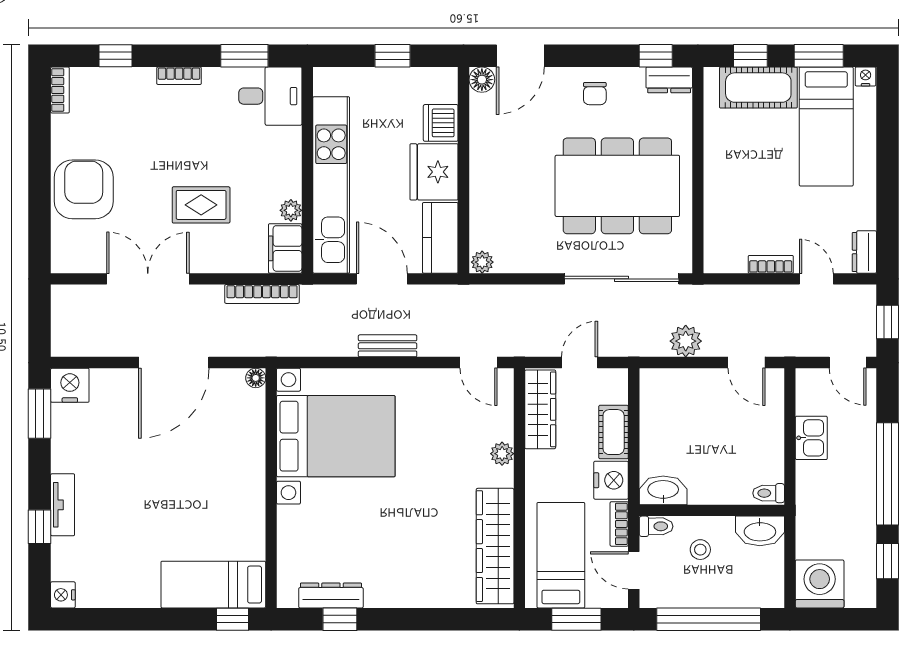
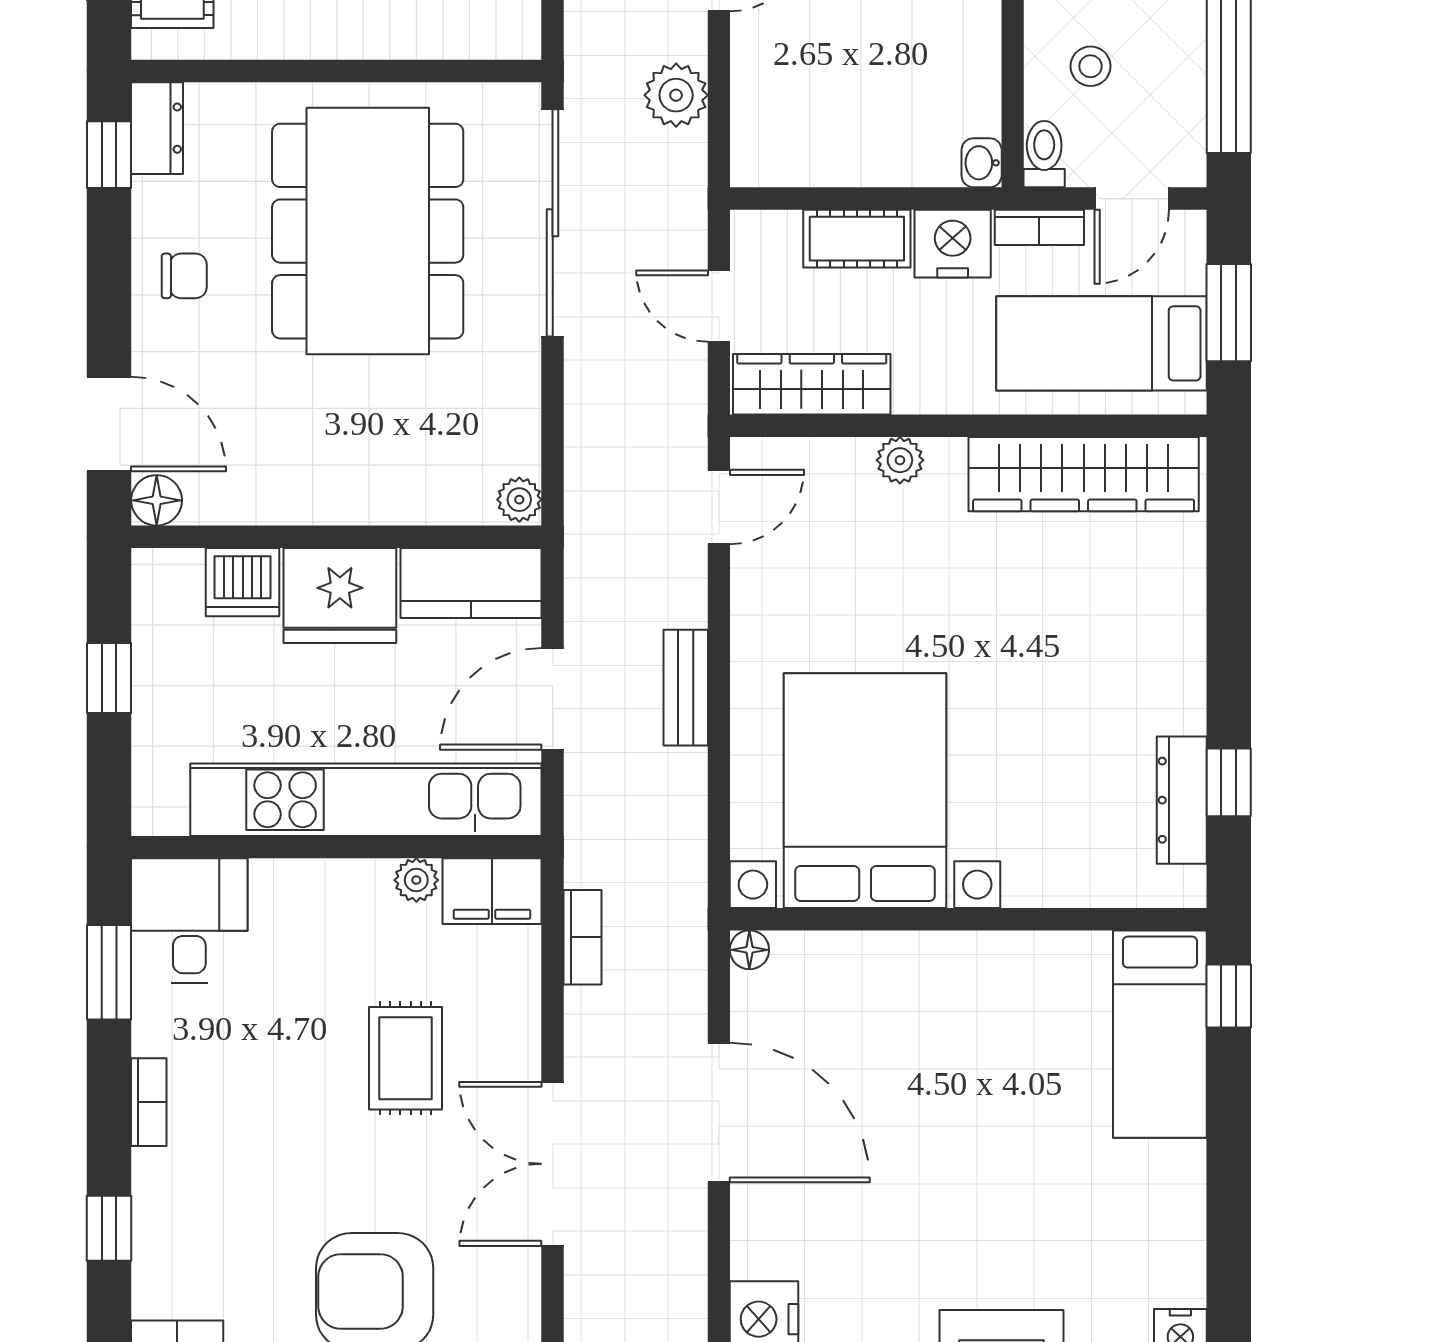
bookcase: (262, 294) -> (583, 937), width x0.64
washbasin: (663, 490) -> (982, 163), width x0.52, depth x0.69

